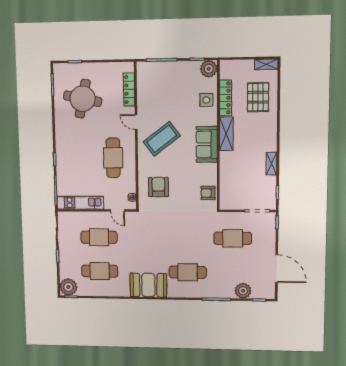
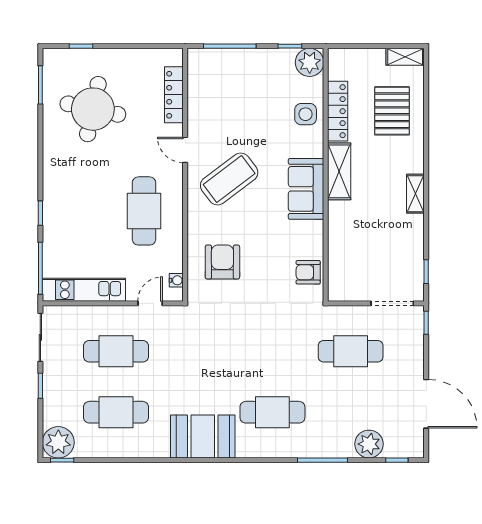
shelving: (271, 164) -> (415, 194), moved
door: (118, 210) -> (150, 303), swing flipped

